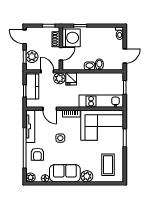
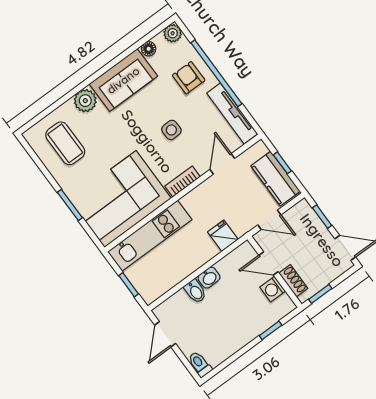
washing machine: (71, 38) -> (273, 289), width x0.53, depth x0.53
door: (61, 54) -> (269, 264), hinge flipped
plant: (32, 57) -> (311, 225), removed
plant: (59, 78) -> (242, 223), removed
door: (50, 109) -> (222, 164), hinge flipped

